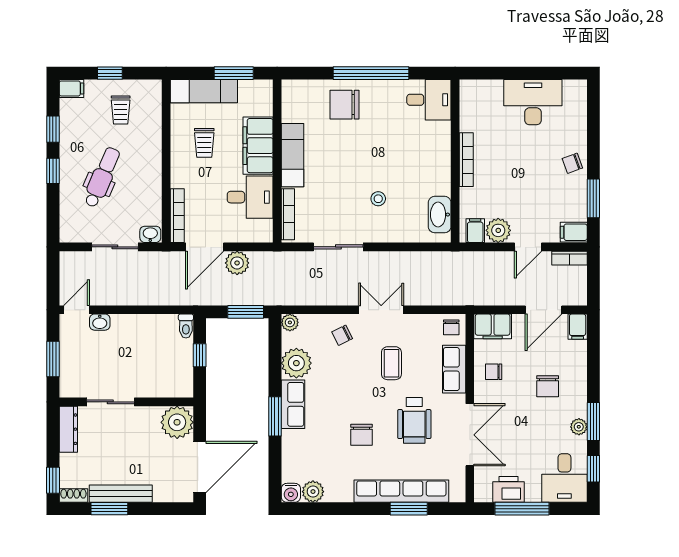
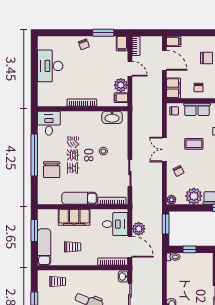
trolley: (121, 110) -> (58, 282), moved
desk: (250, 197) -> (115, 224), moved, turned 90

